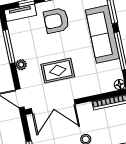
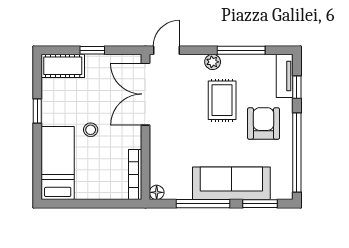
rug: (58, 71) -> (222, 100), moved

